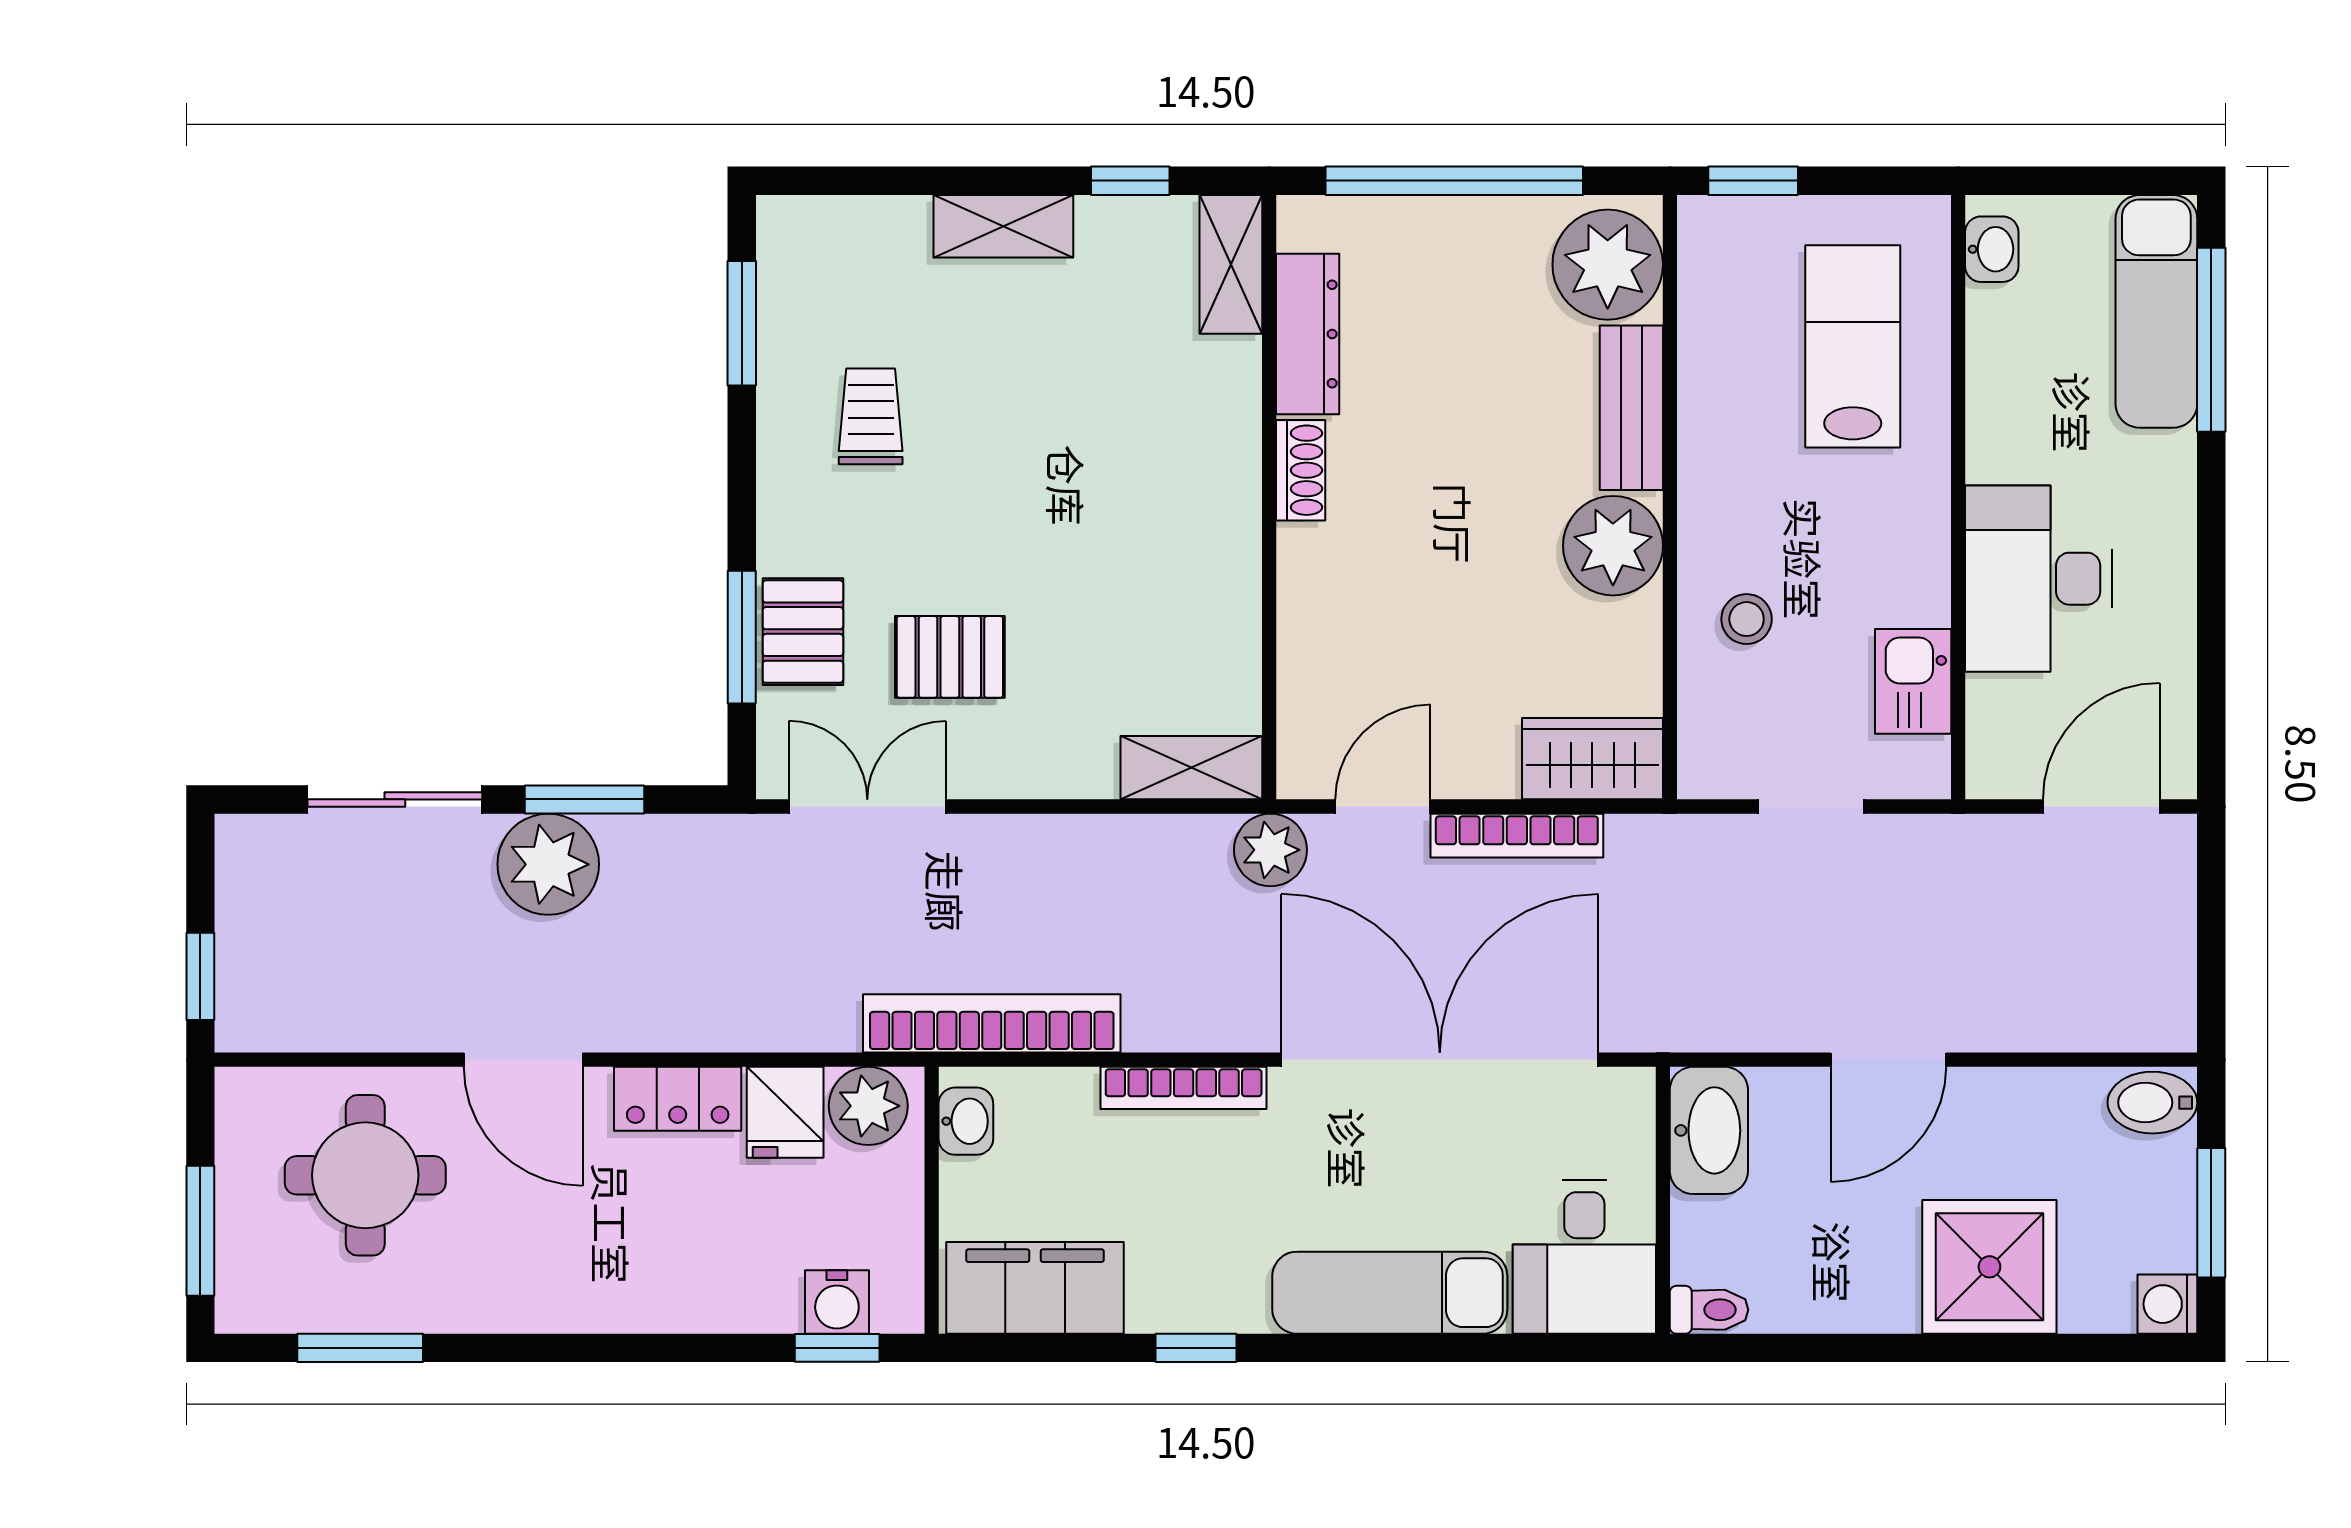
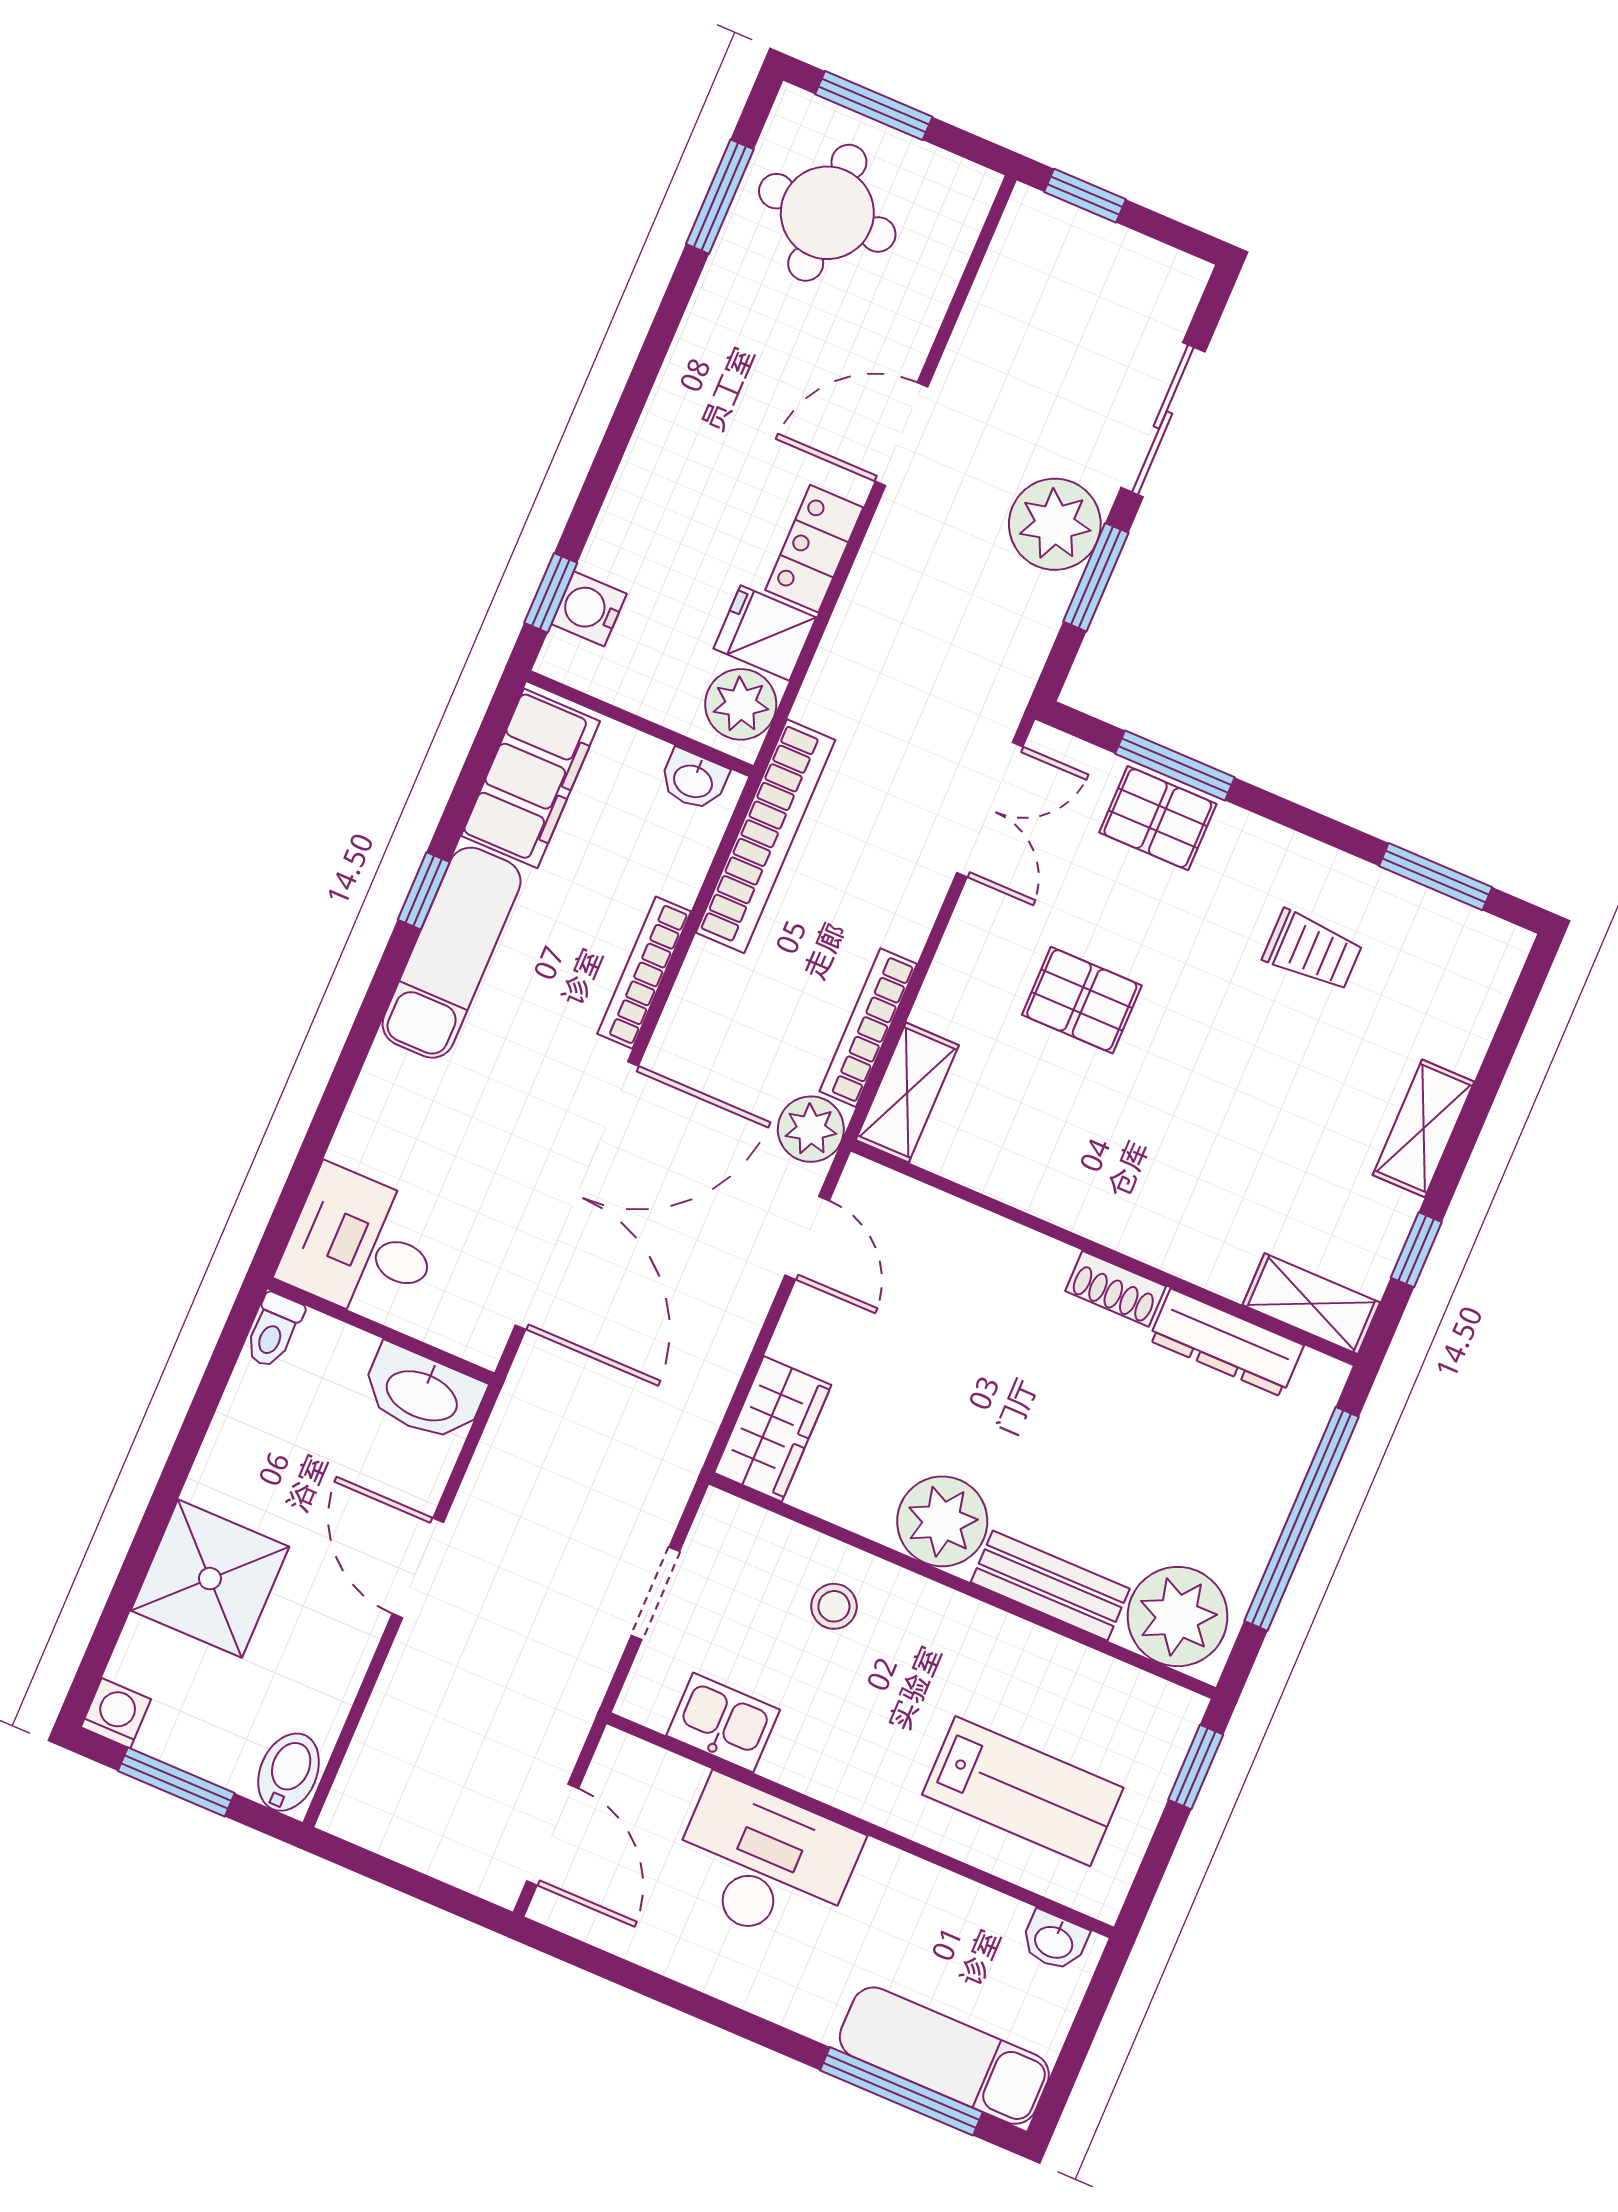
pallet: (950, 657) -> (1082, 1000), moved, turned 90
bookcase: (1517, 836) -> (868, 1028), moved
round table: (365, 1175) -> (827, 213), moved
exam couch: (1390, 1293) -> (452, 953), moved

